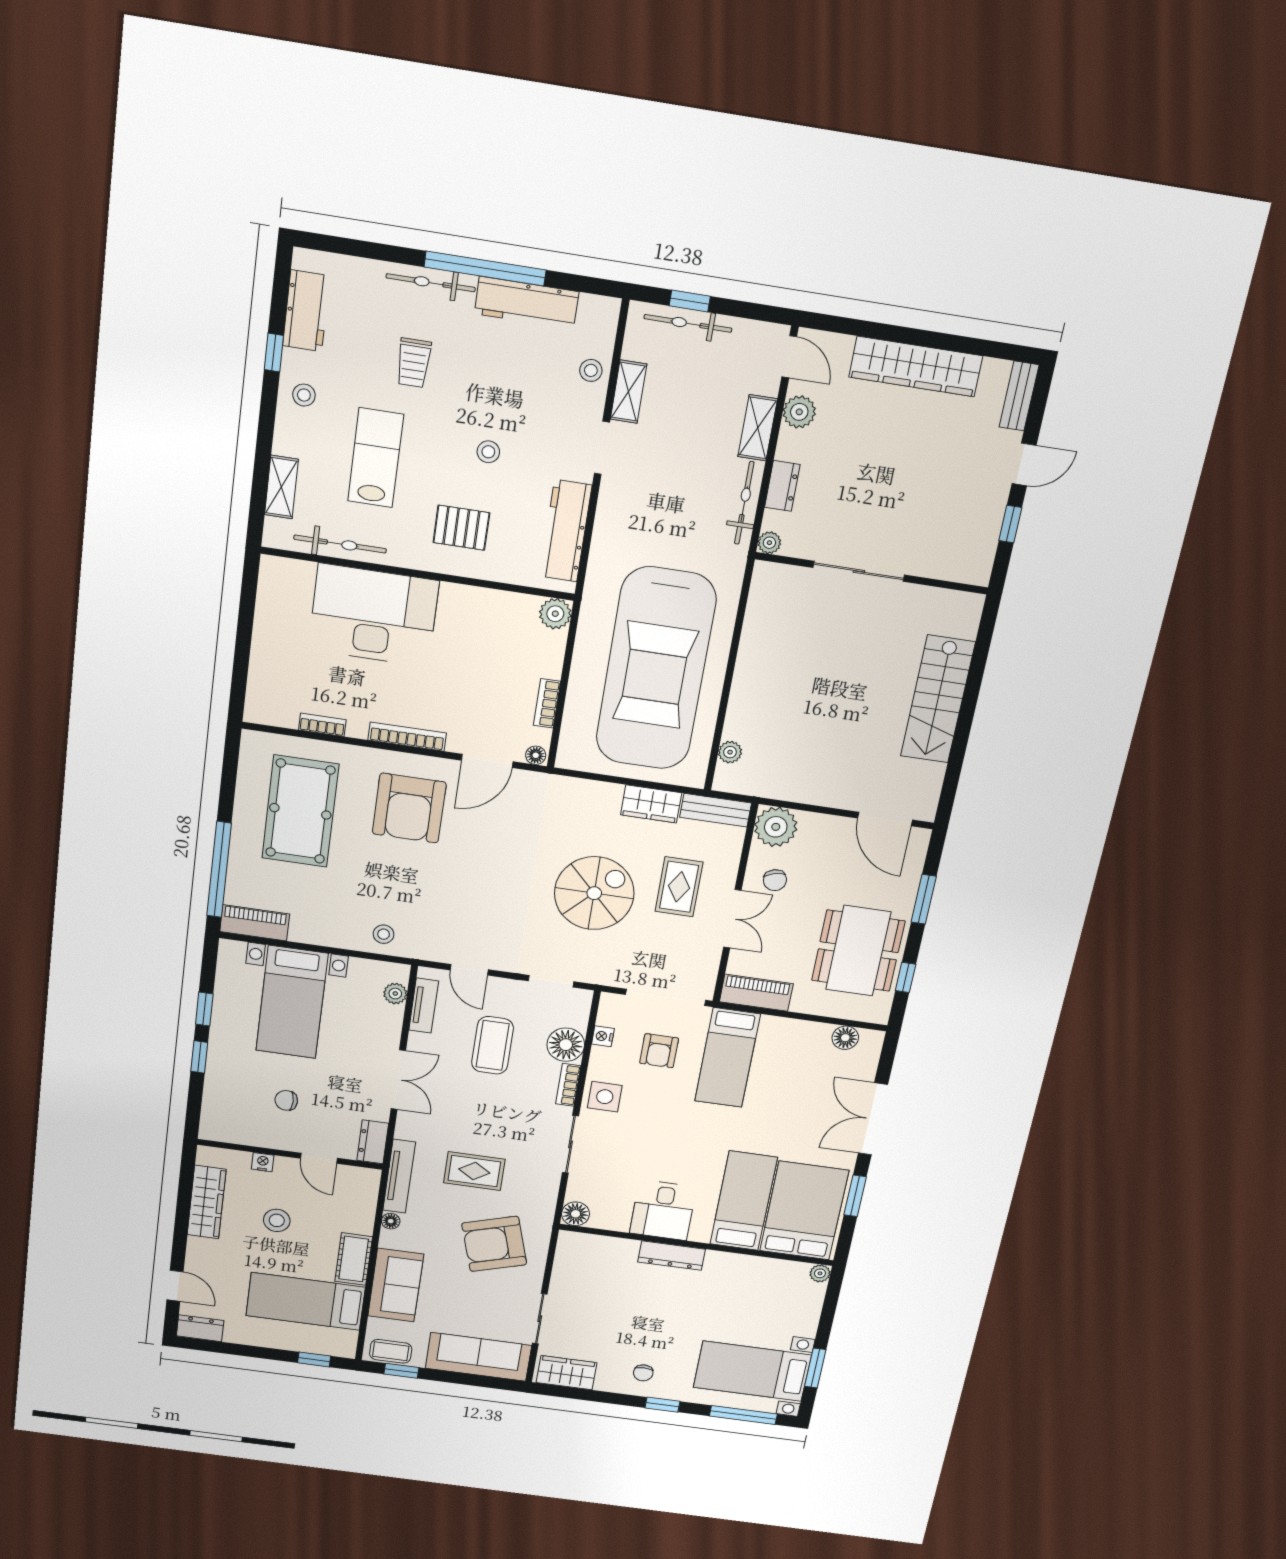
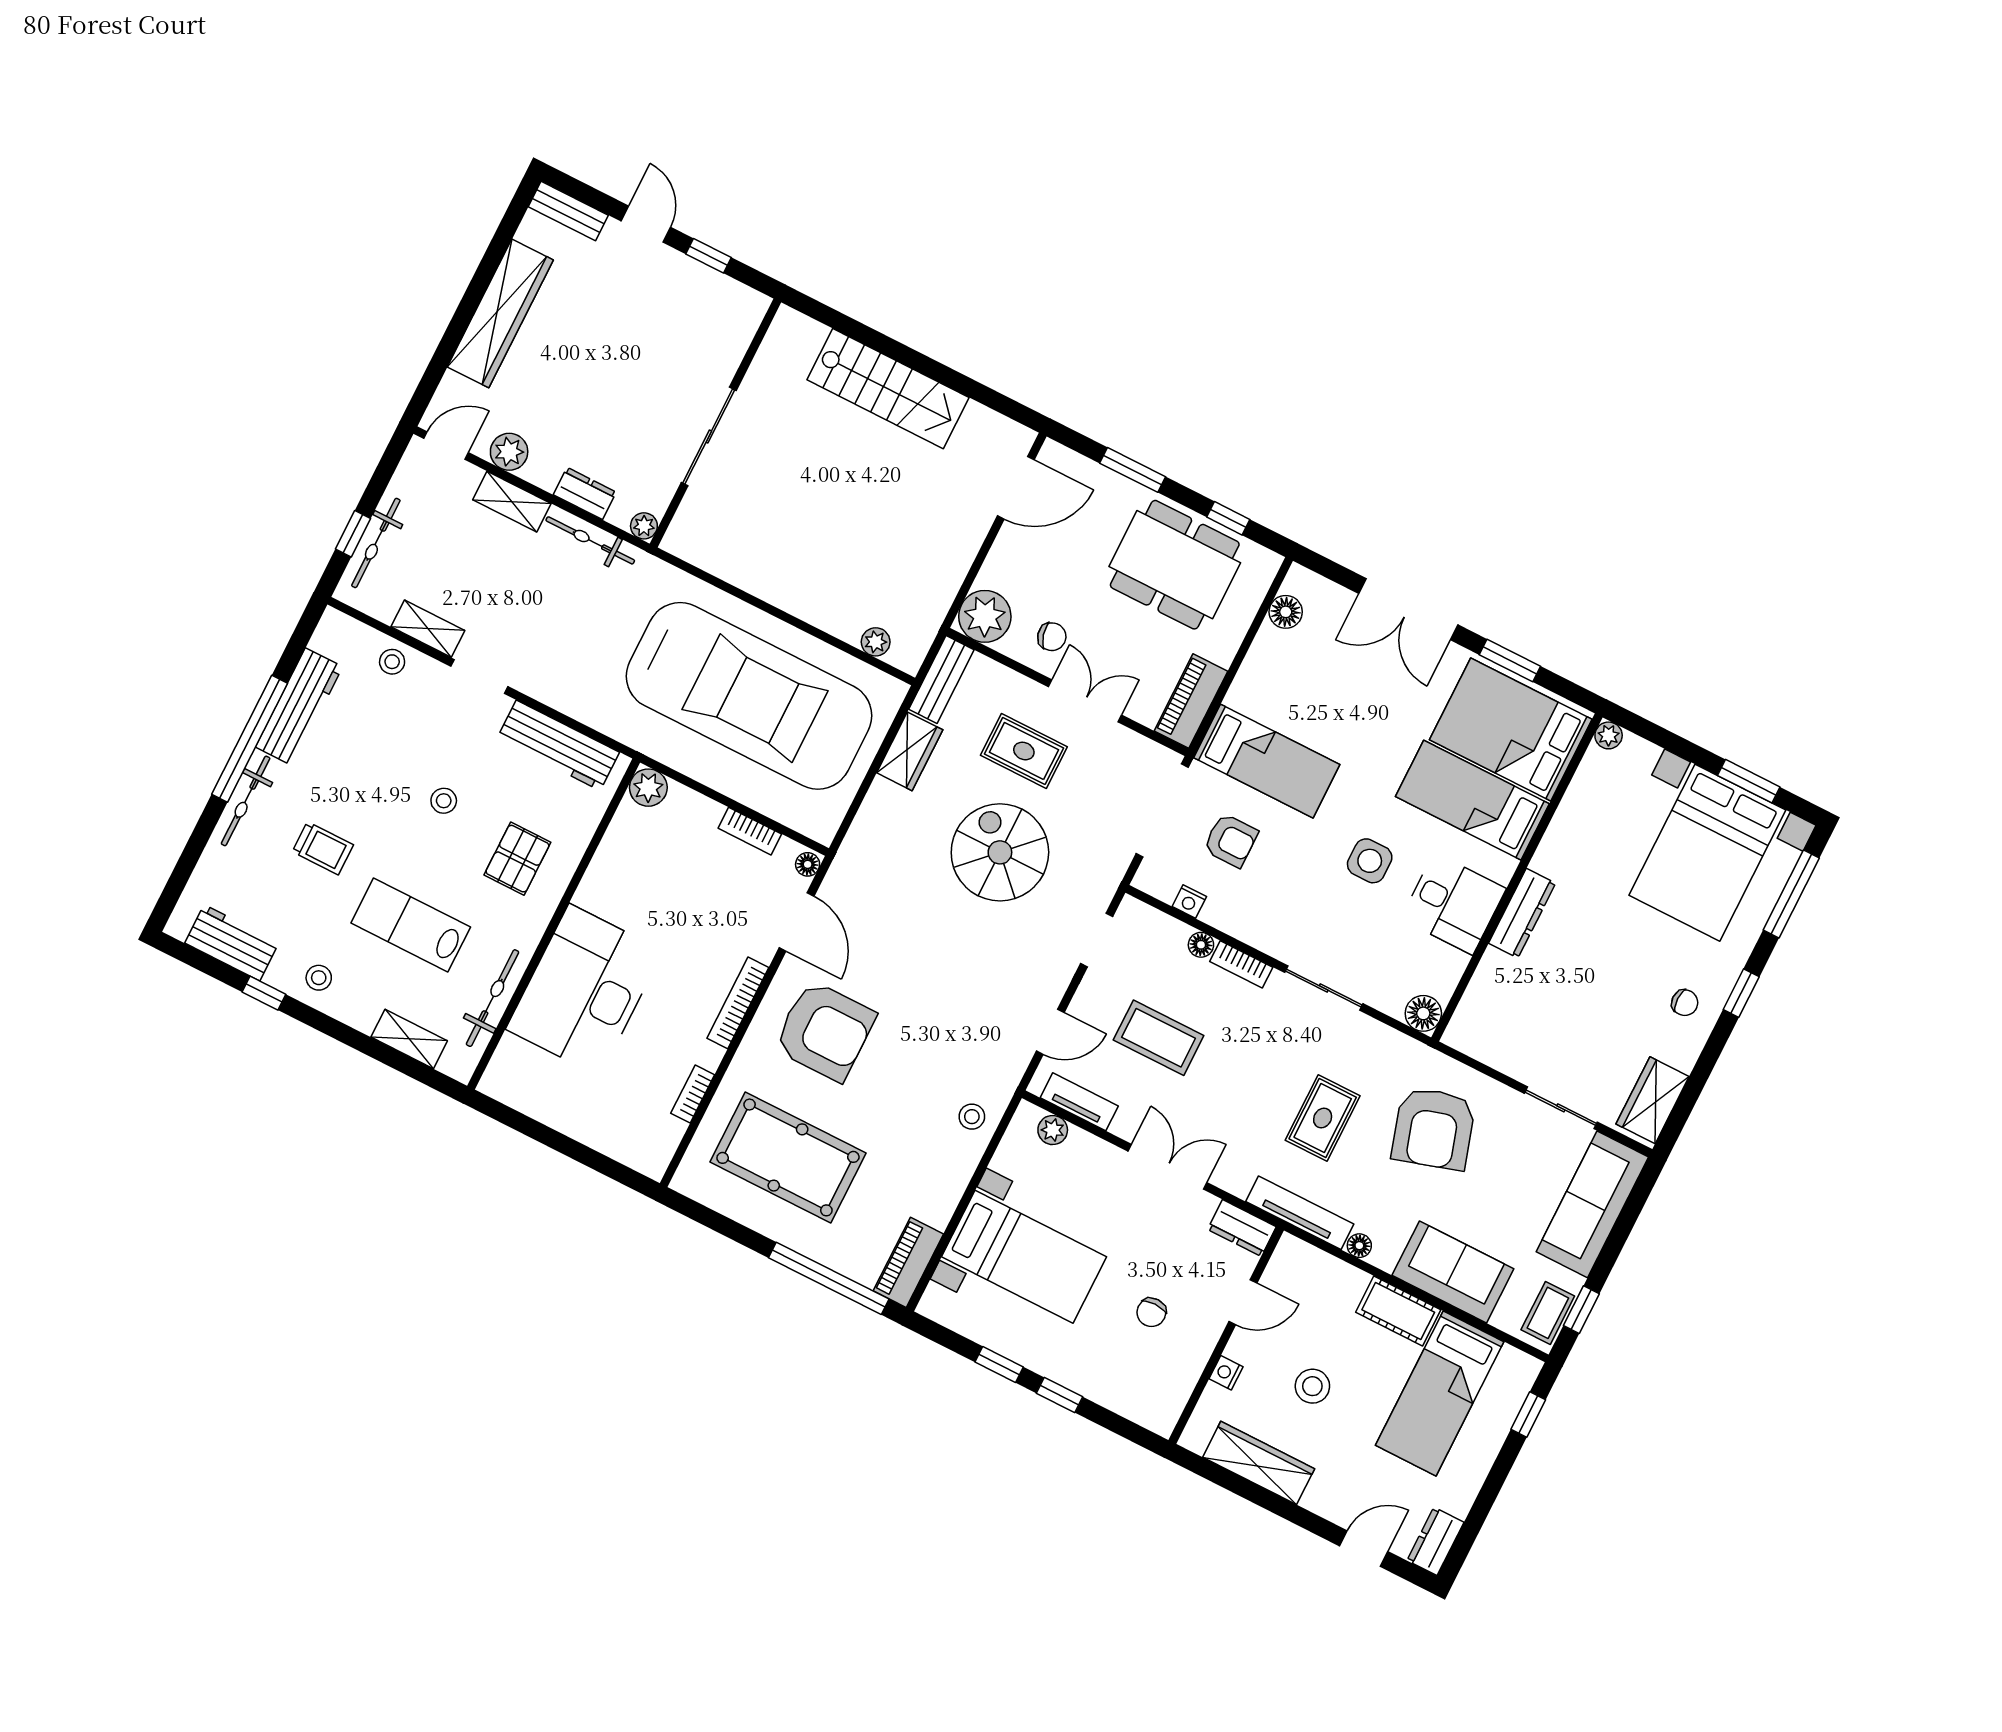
floor lamp: (566, 1045) -> (1201, 945), width x0.53, depth x0.53
side table: (605, 1097) -> (1370, 861), moved
bed with nightstands: (752, 1371) -> (1707, 853), width x1.36

